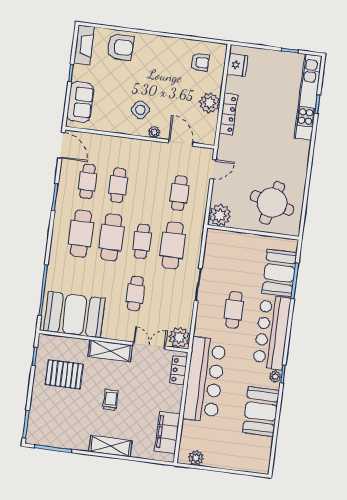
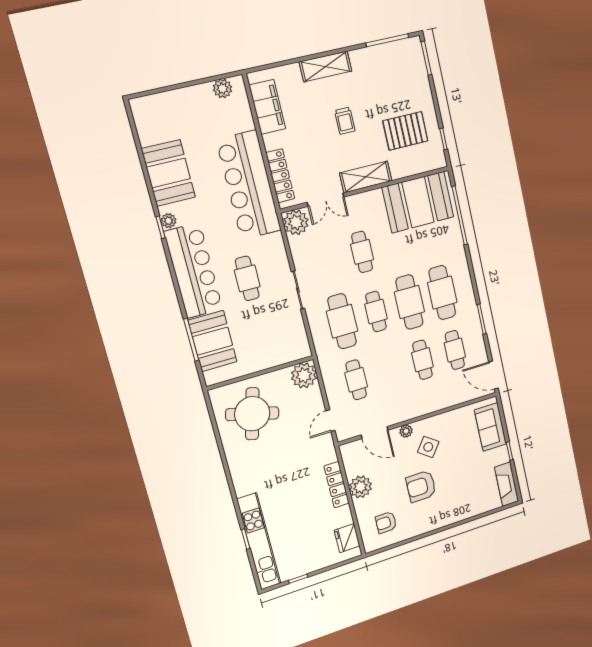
armchair: (120, 47) -> (421, 486), moved
locker: (179, 370) -> (280, 176), width x1.53

